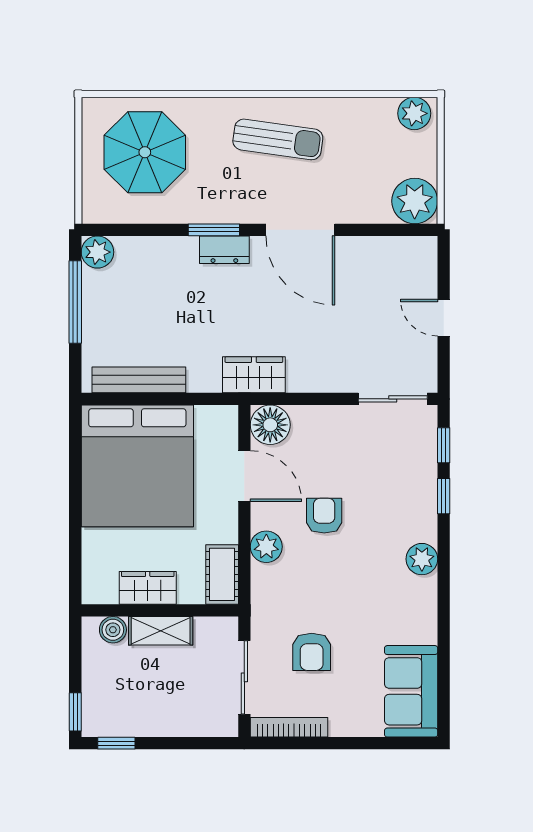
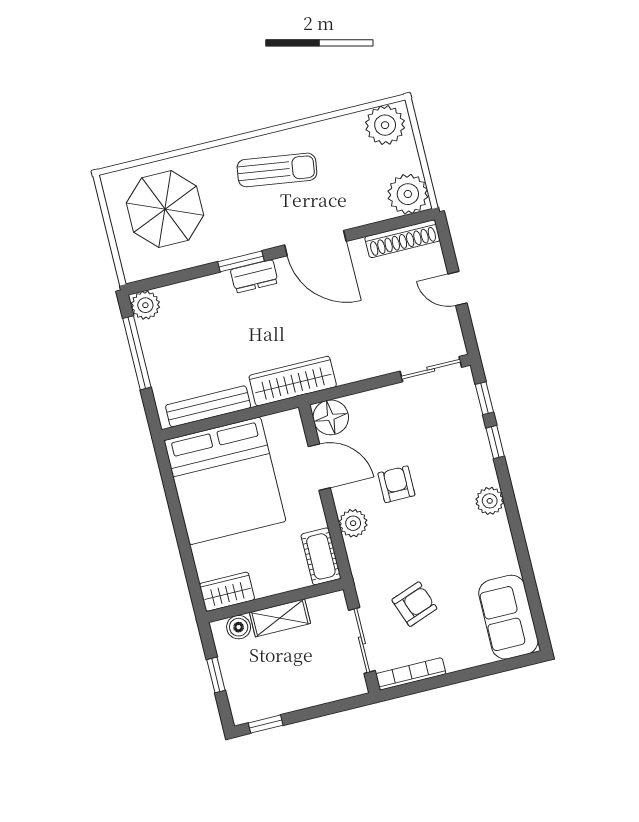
plant: (414, 113) -> (385, 125), width x1.36, depth x1.36
shoe rack: (397, 249) -> (402, 239), added
wardrobe: (254, 375) -> (293, 381), width x1.50
wardrobe: (148, 588) -> (227, 592), moved
armchair: (312, 652) -> (414, 604), turned -110
window: (75, 712) -> (216, 675), moved

